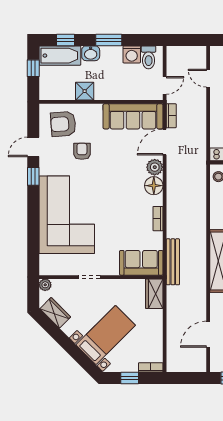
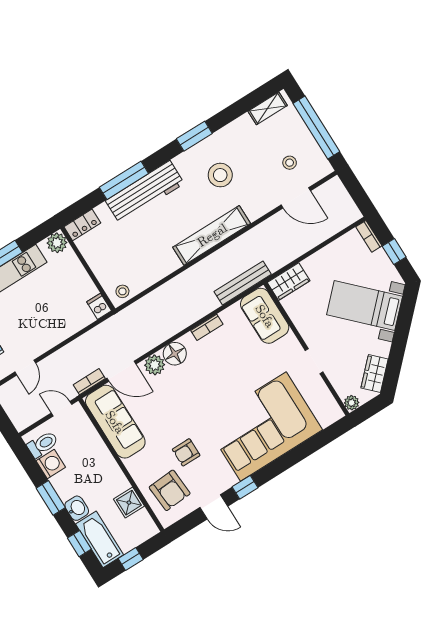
shower: (85, 91) -> (129, 503), moved

